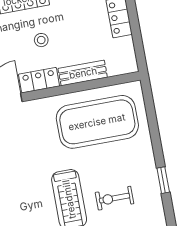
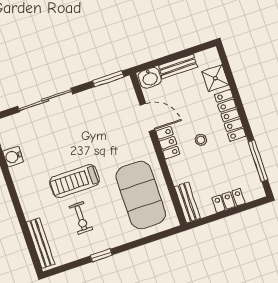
bench: (83, 73) -> (187, 202), moved
exercise bike: (115, 198) -> (81, 218), turned 180

